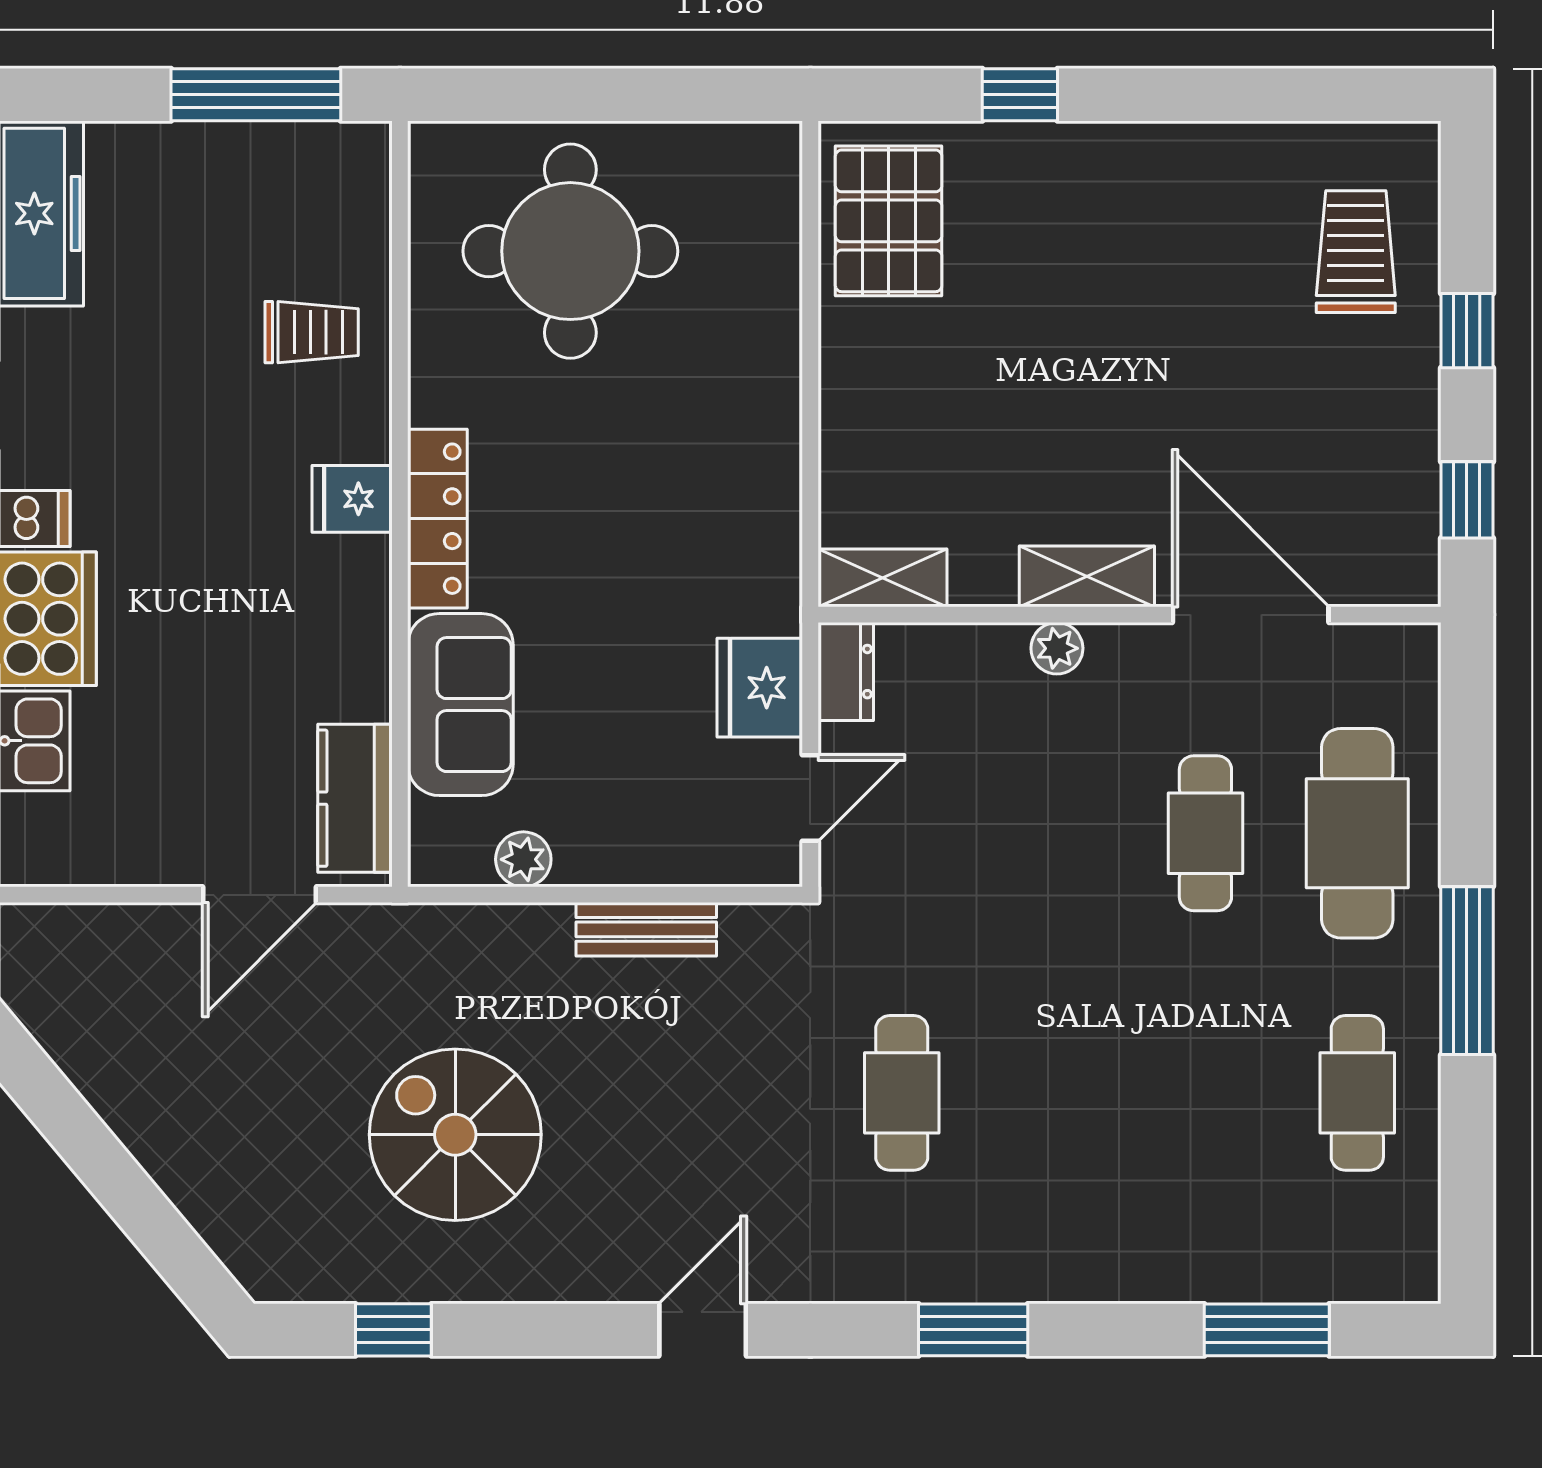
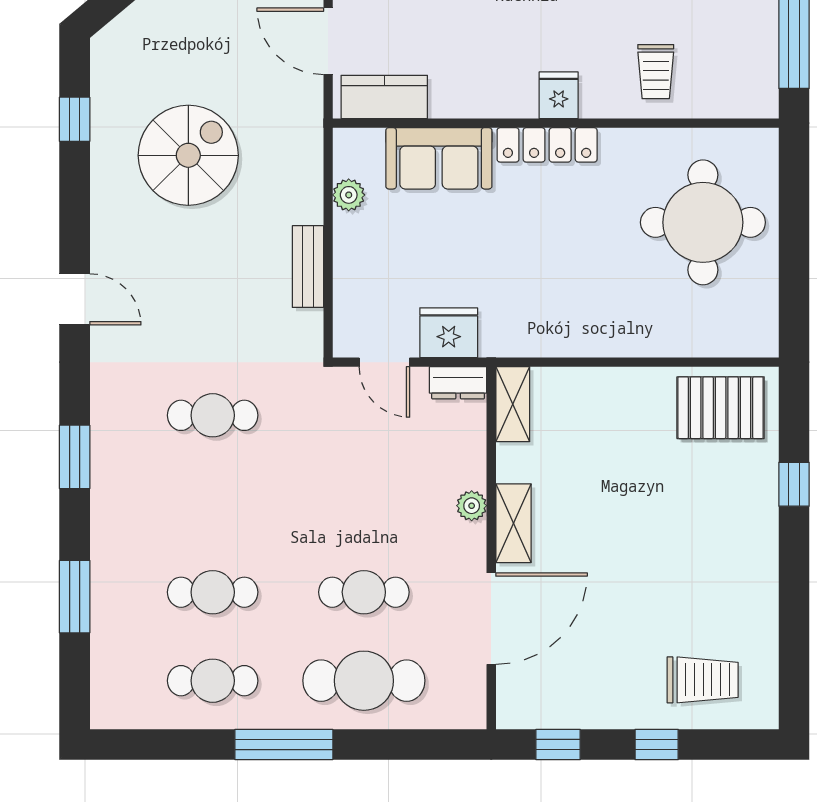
cafe table: (1205, 1093) -> (213, 592), added
window: (1267, 1330) -> (75, 597), moved

